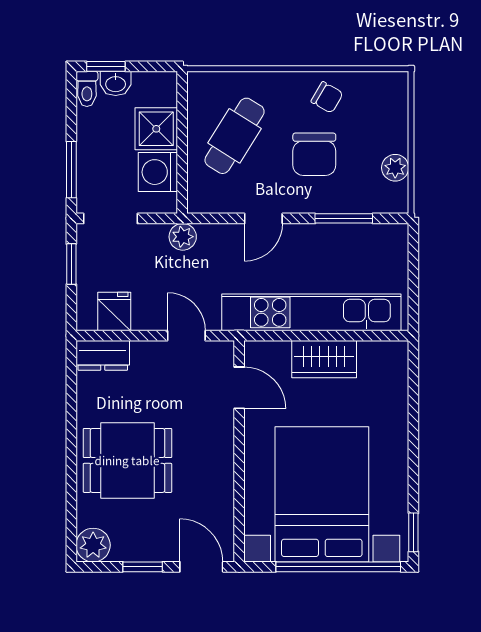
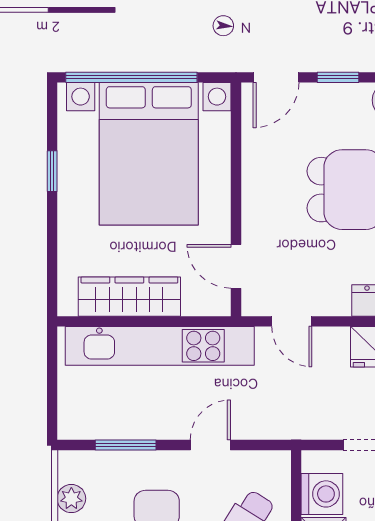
plant: (183, 237) -> (296, 426), removed
wardrobe: (324, 359) -> (129, 297), width x1.50
window: (413, 532) -> (52, 171), moved
door: (201, 567) -> (276, 77), hinge flipped

